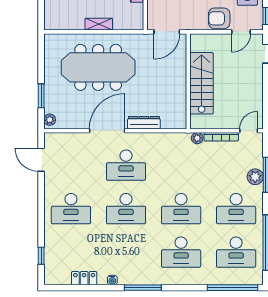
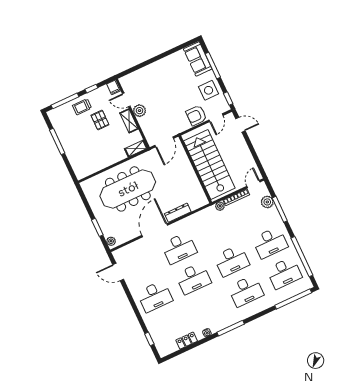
shelving: (99, 24) -> (136, 148), moved
stairs: (202, 83) -> (209, 164), width x1.36, depth x1.51
plant: (255, 177) -> (267, 202), moved

